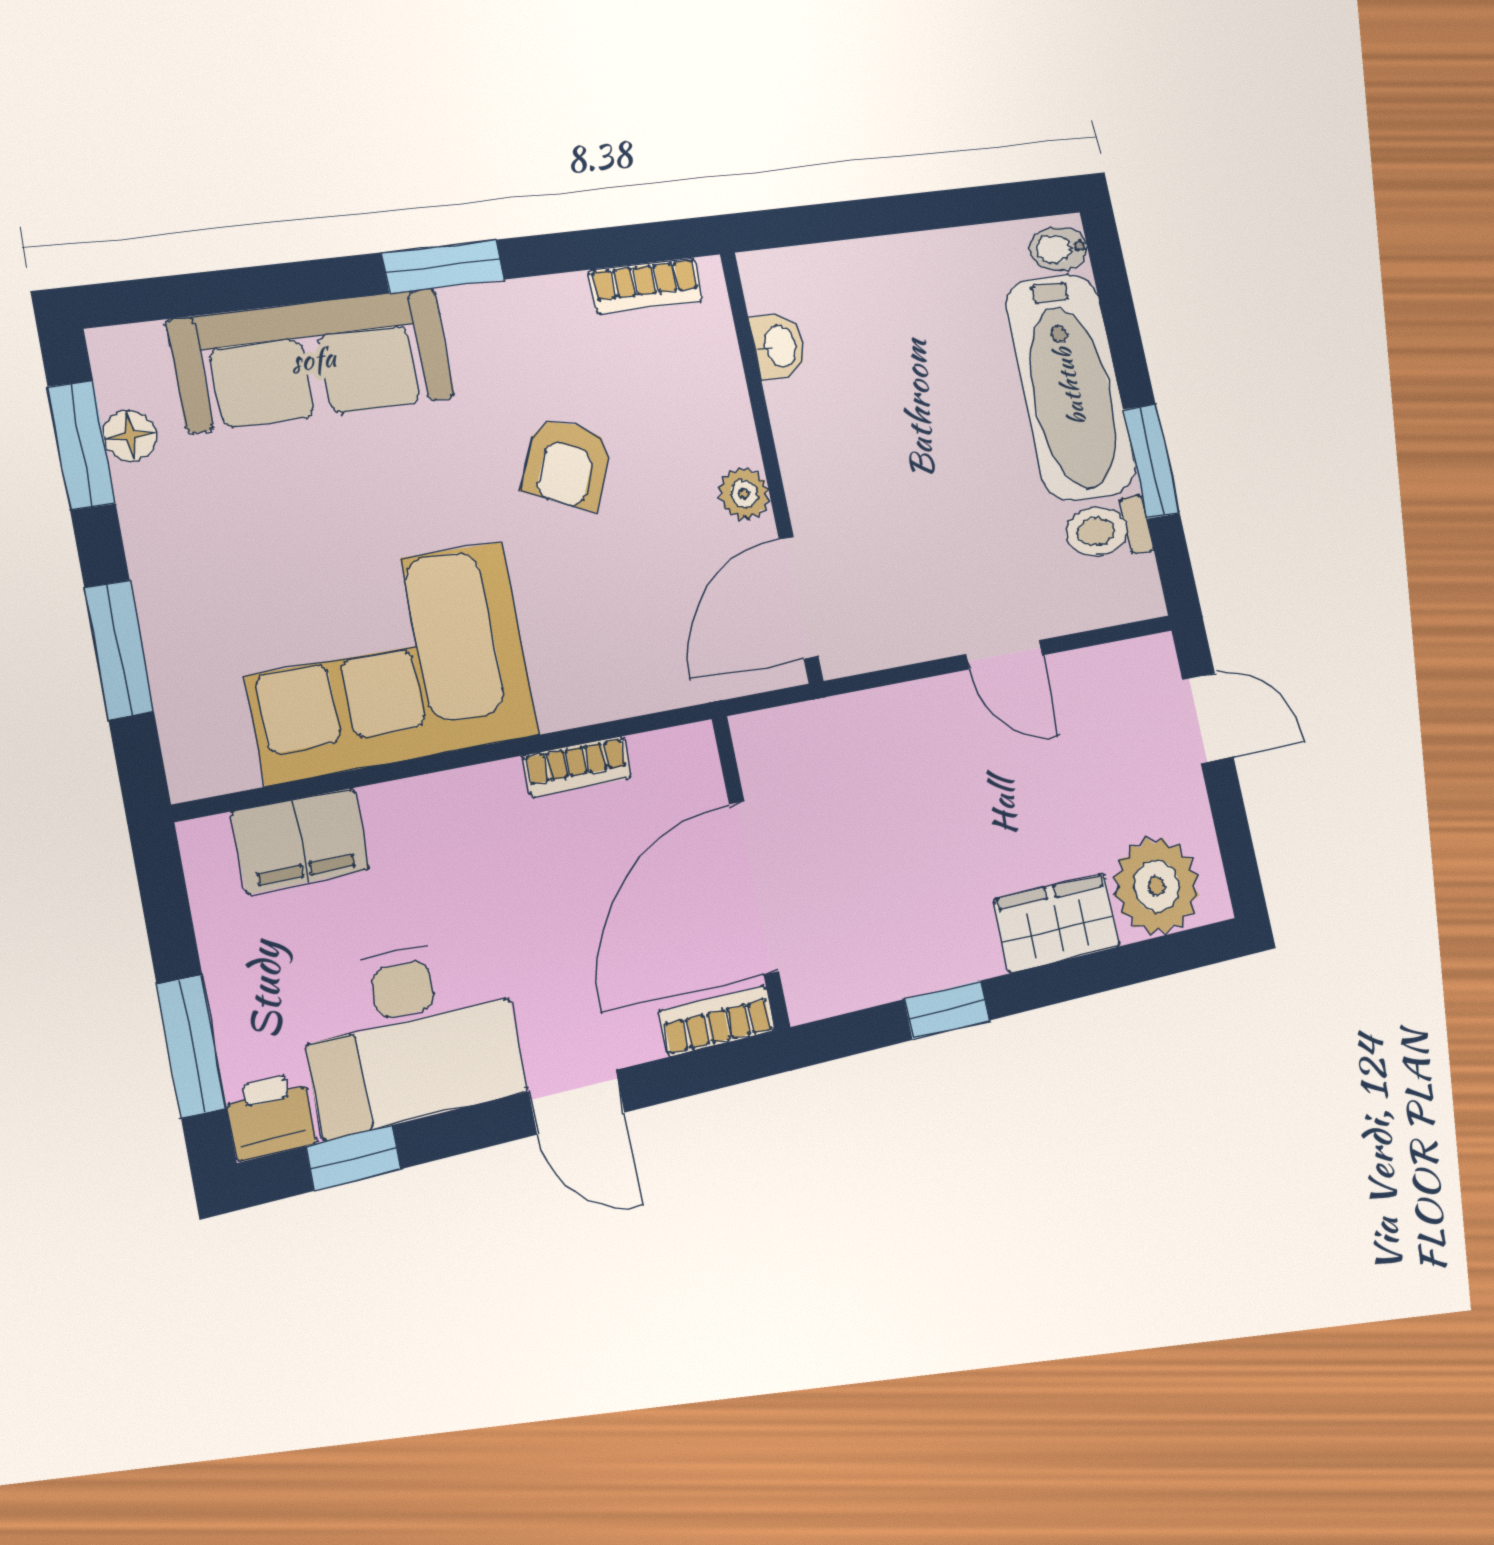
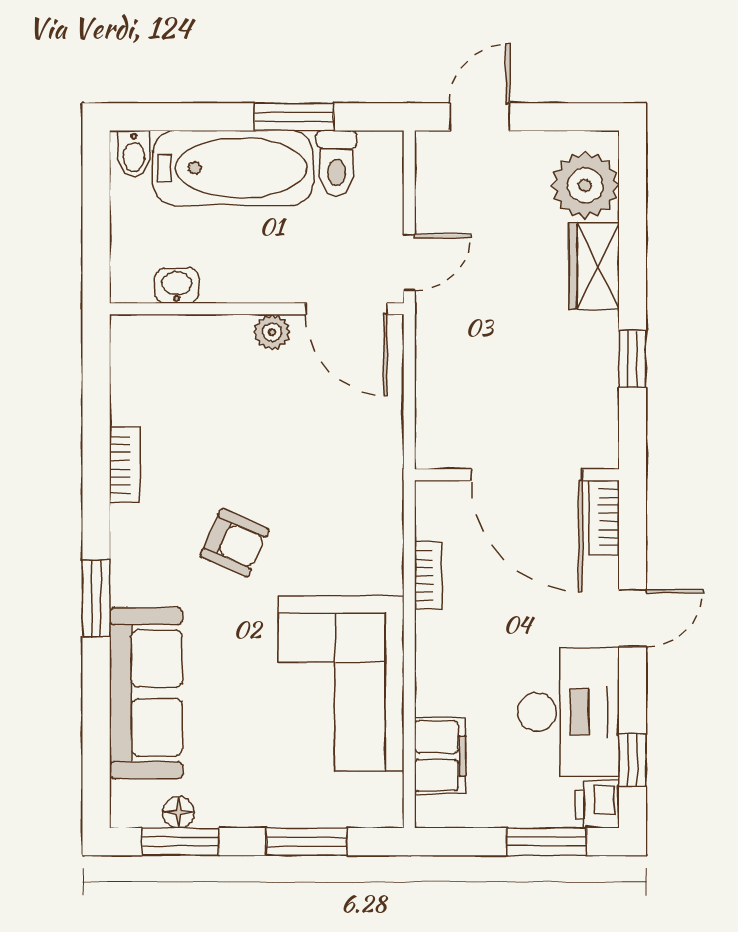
washbasin: (779, 346) -> (177, 286), moved
wall: (771, 466) -> (257, 309), moved
plant: (744, 494) -> (272, 332), moved
door: (799, 598) -> (346, 309), moved

